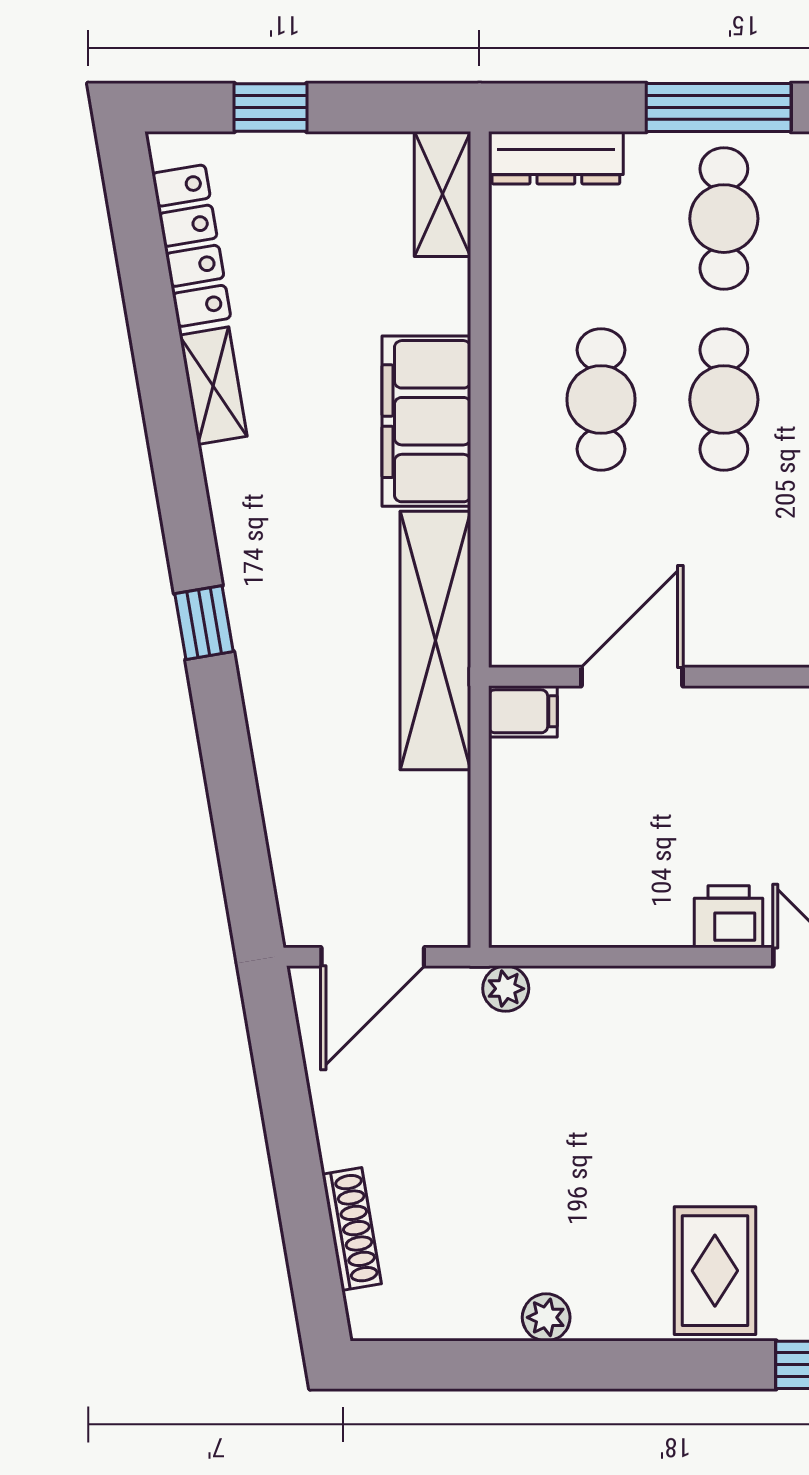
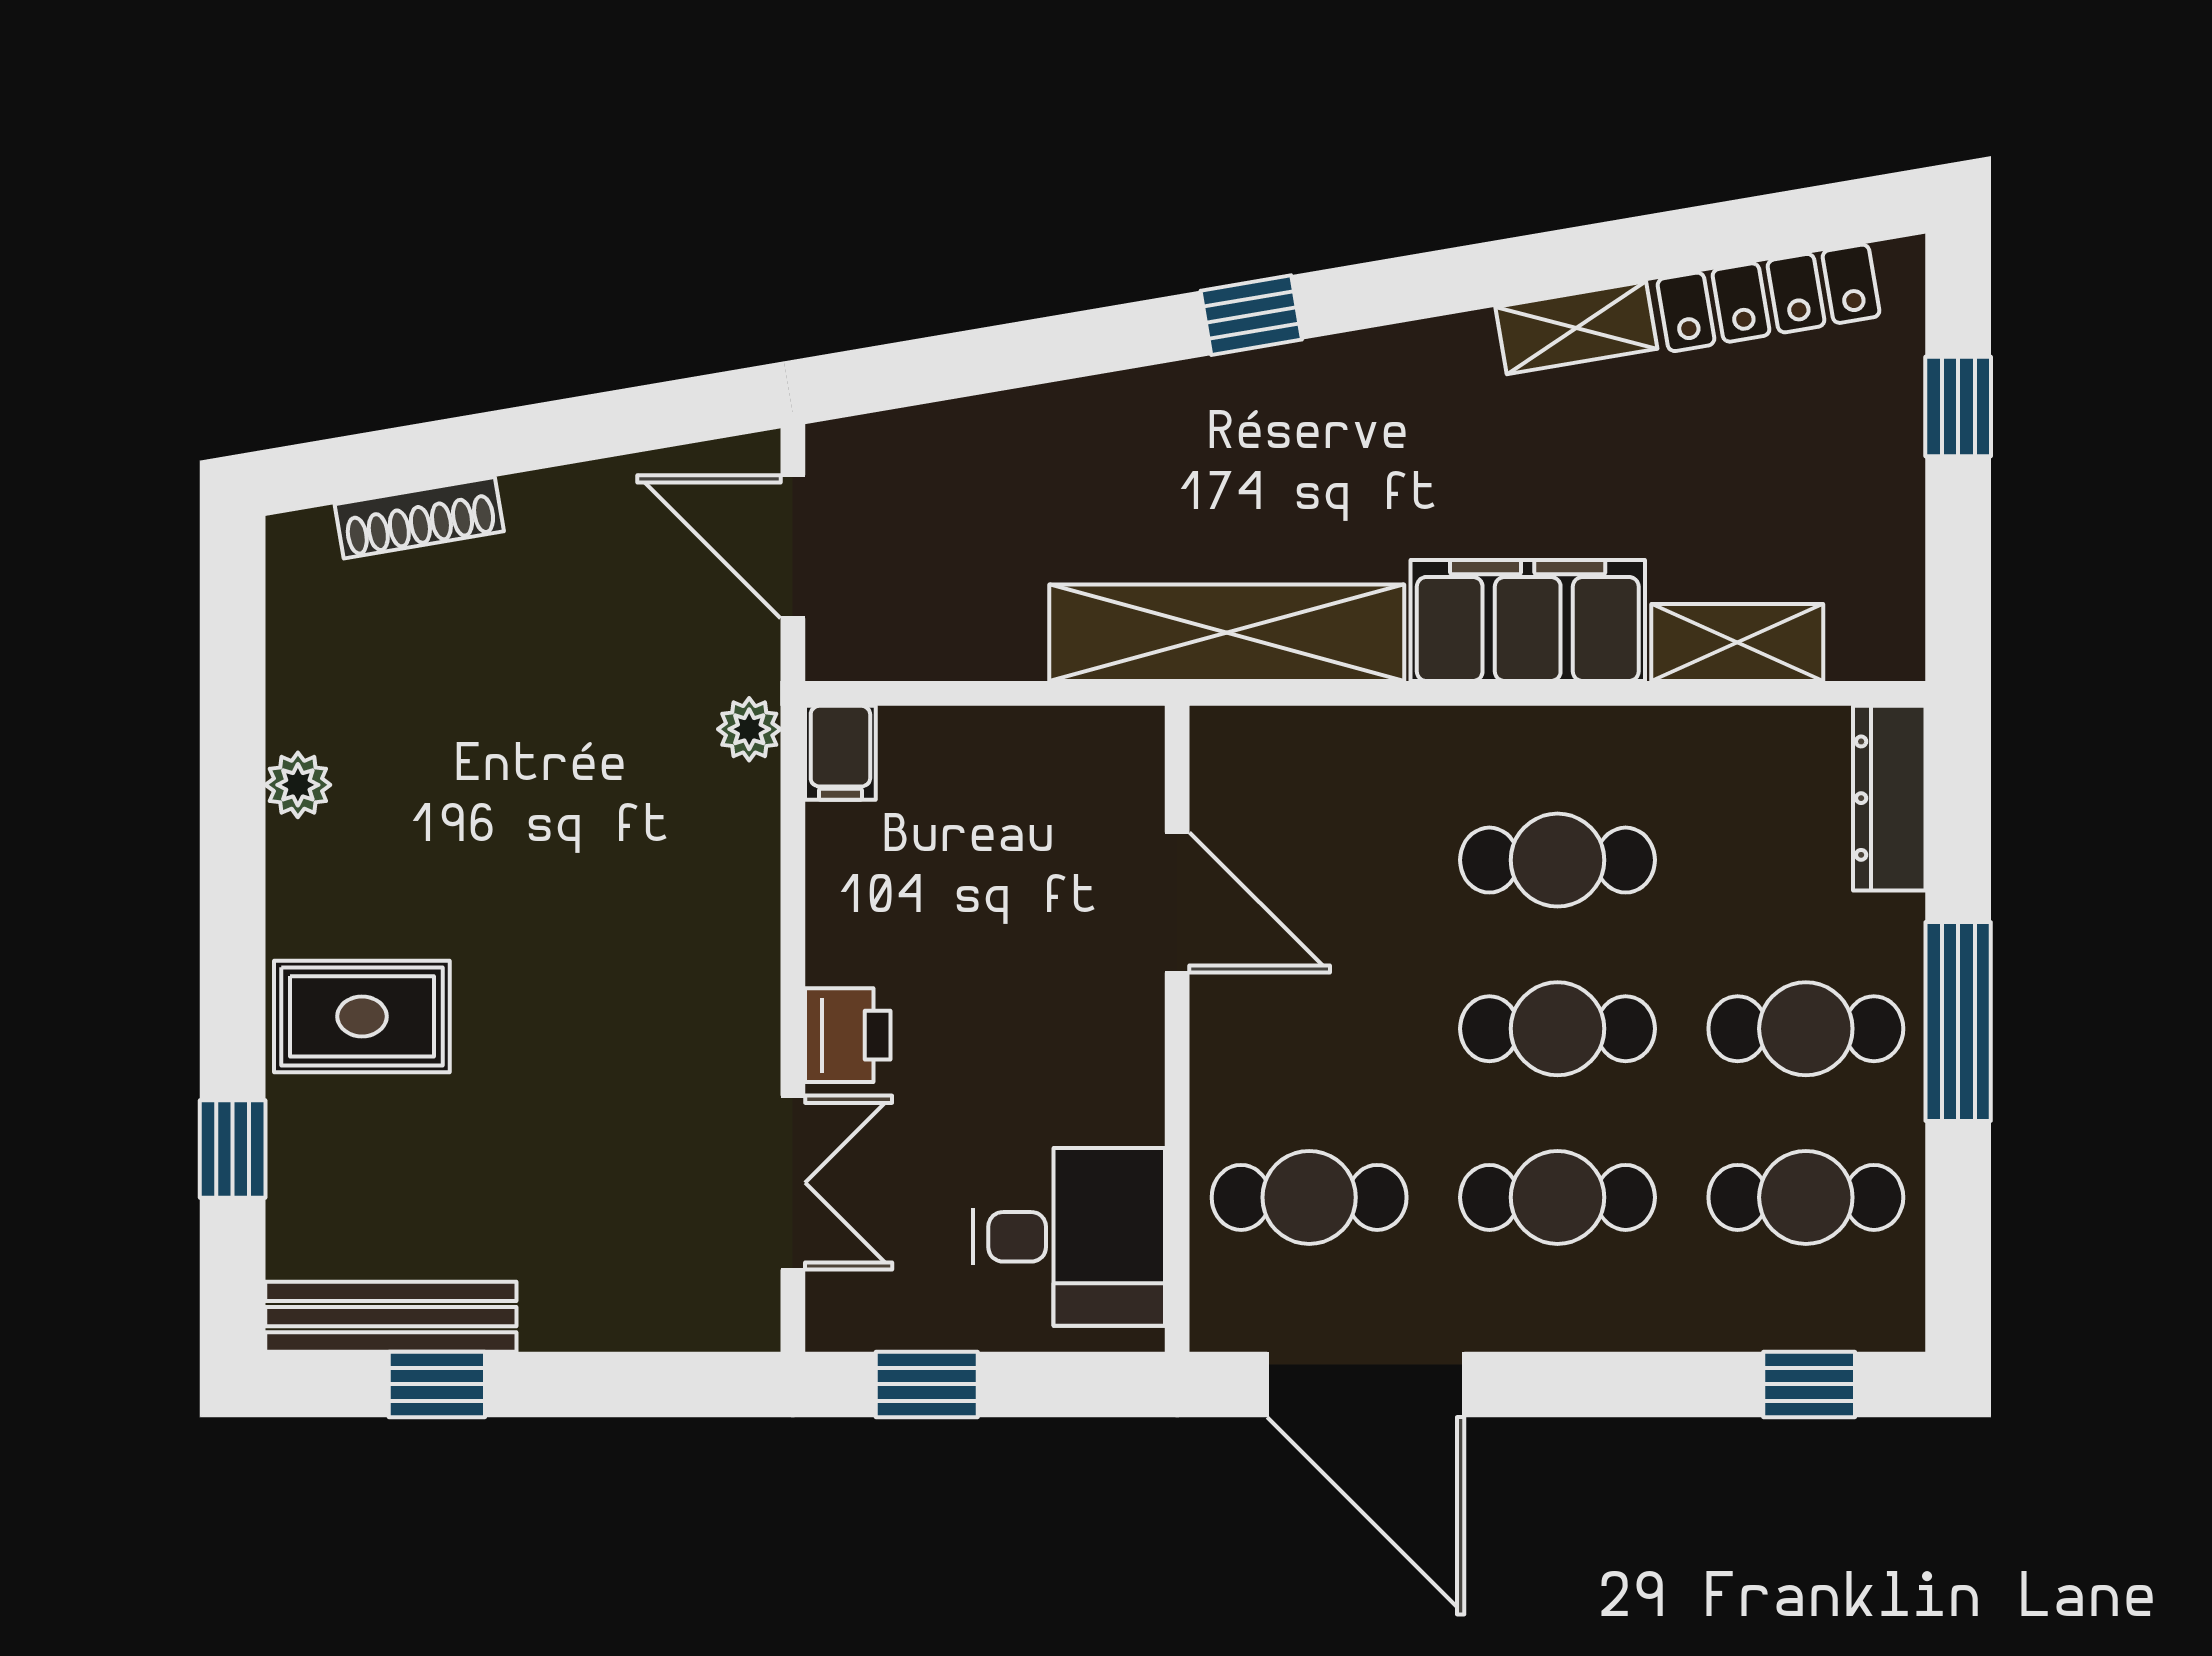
shelving: (442, 194) -> (1737, 643), moved
filing cabinet: (523, 711) -> (840, 753), moved

